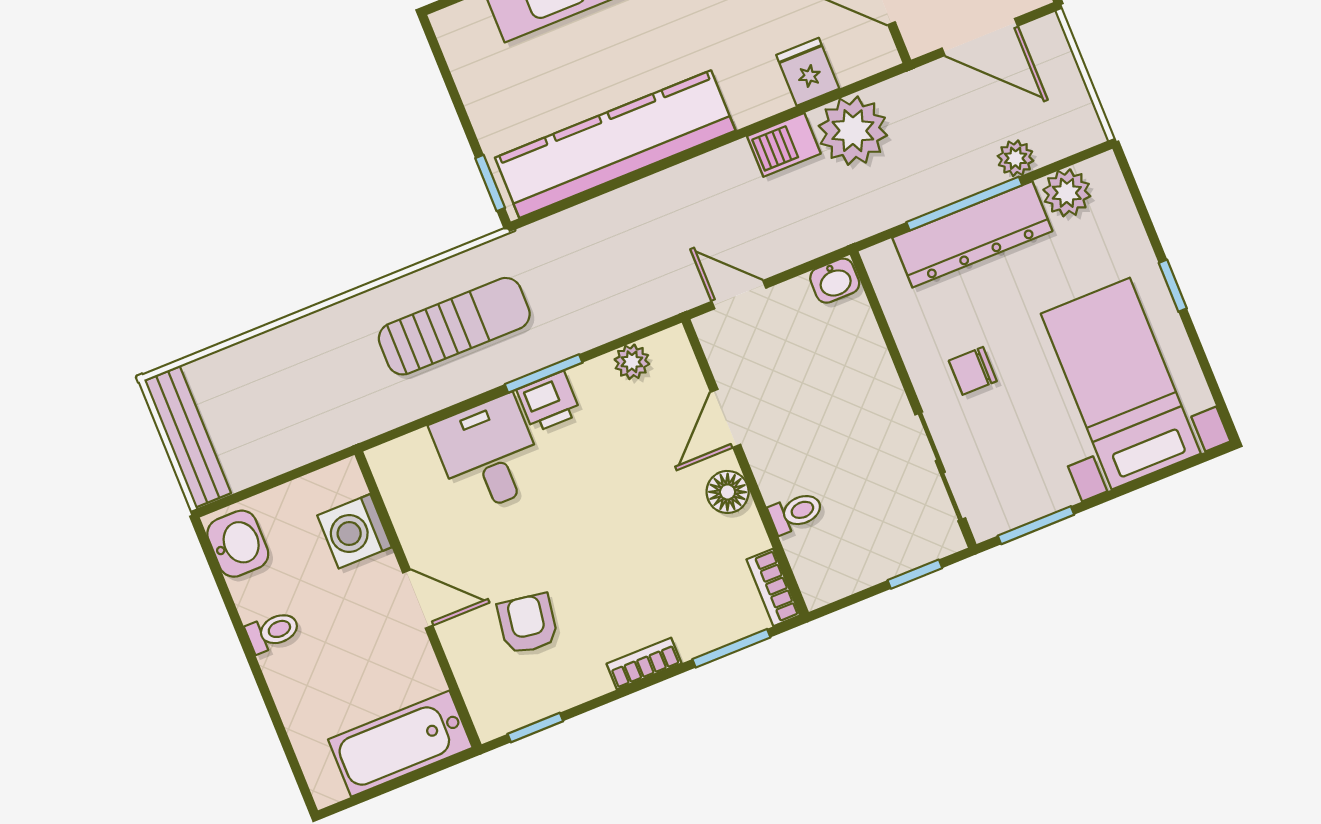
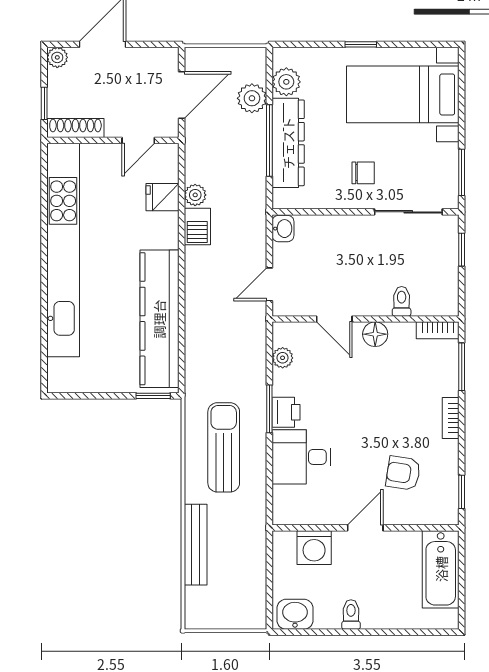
plant: (853, 131) -> (195, 195), width x0.53, depth x0.53
plant: (1016, 158) -> (252, 98), width x1.38, depth x1.38
chair: (973, 371) -> (363, 173), turned -90
bench: (188, 437) -> (196, 545), moved, turned 90

